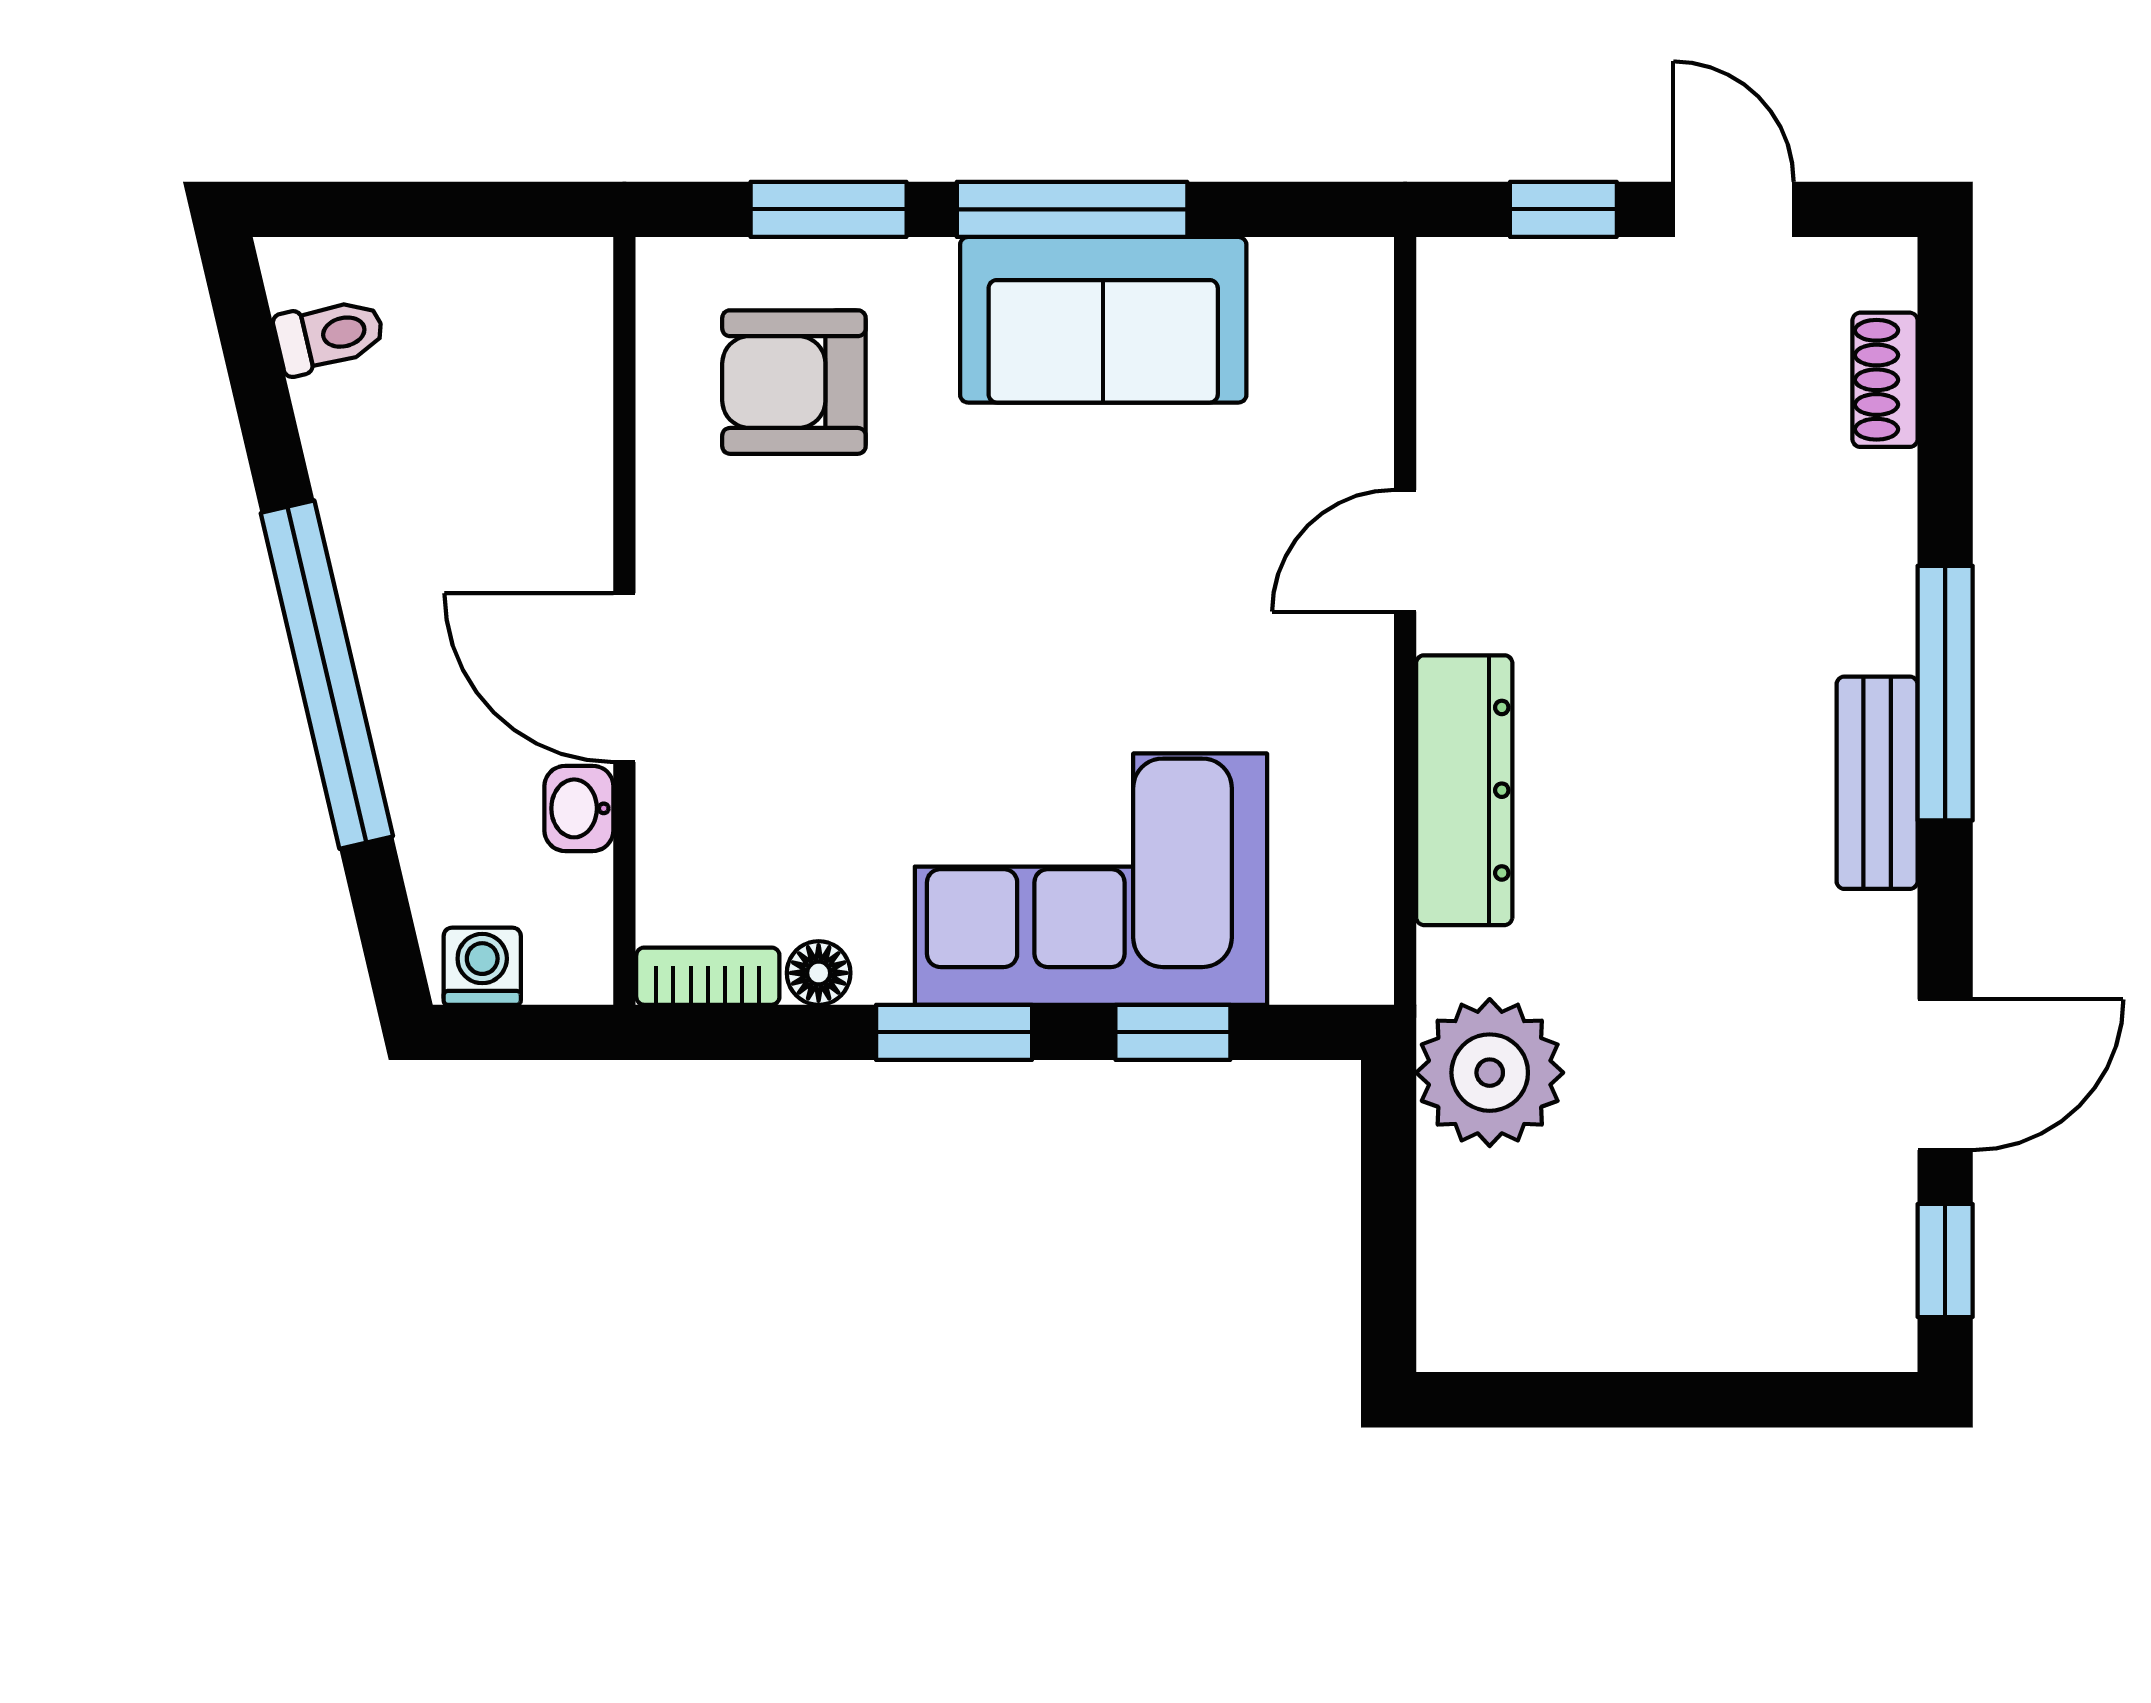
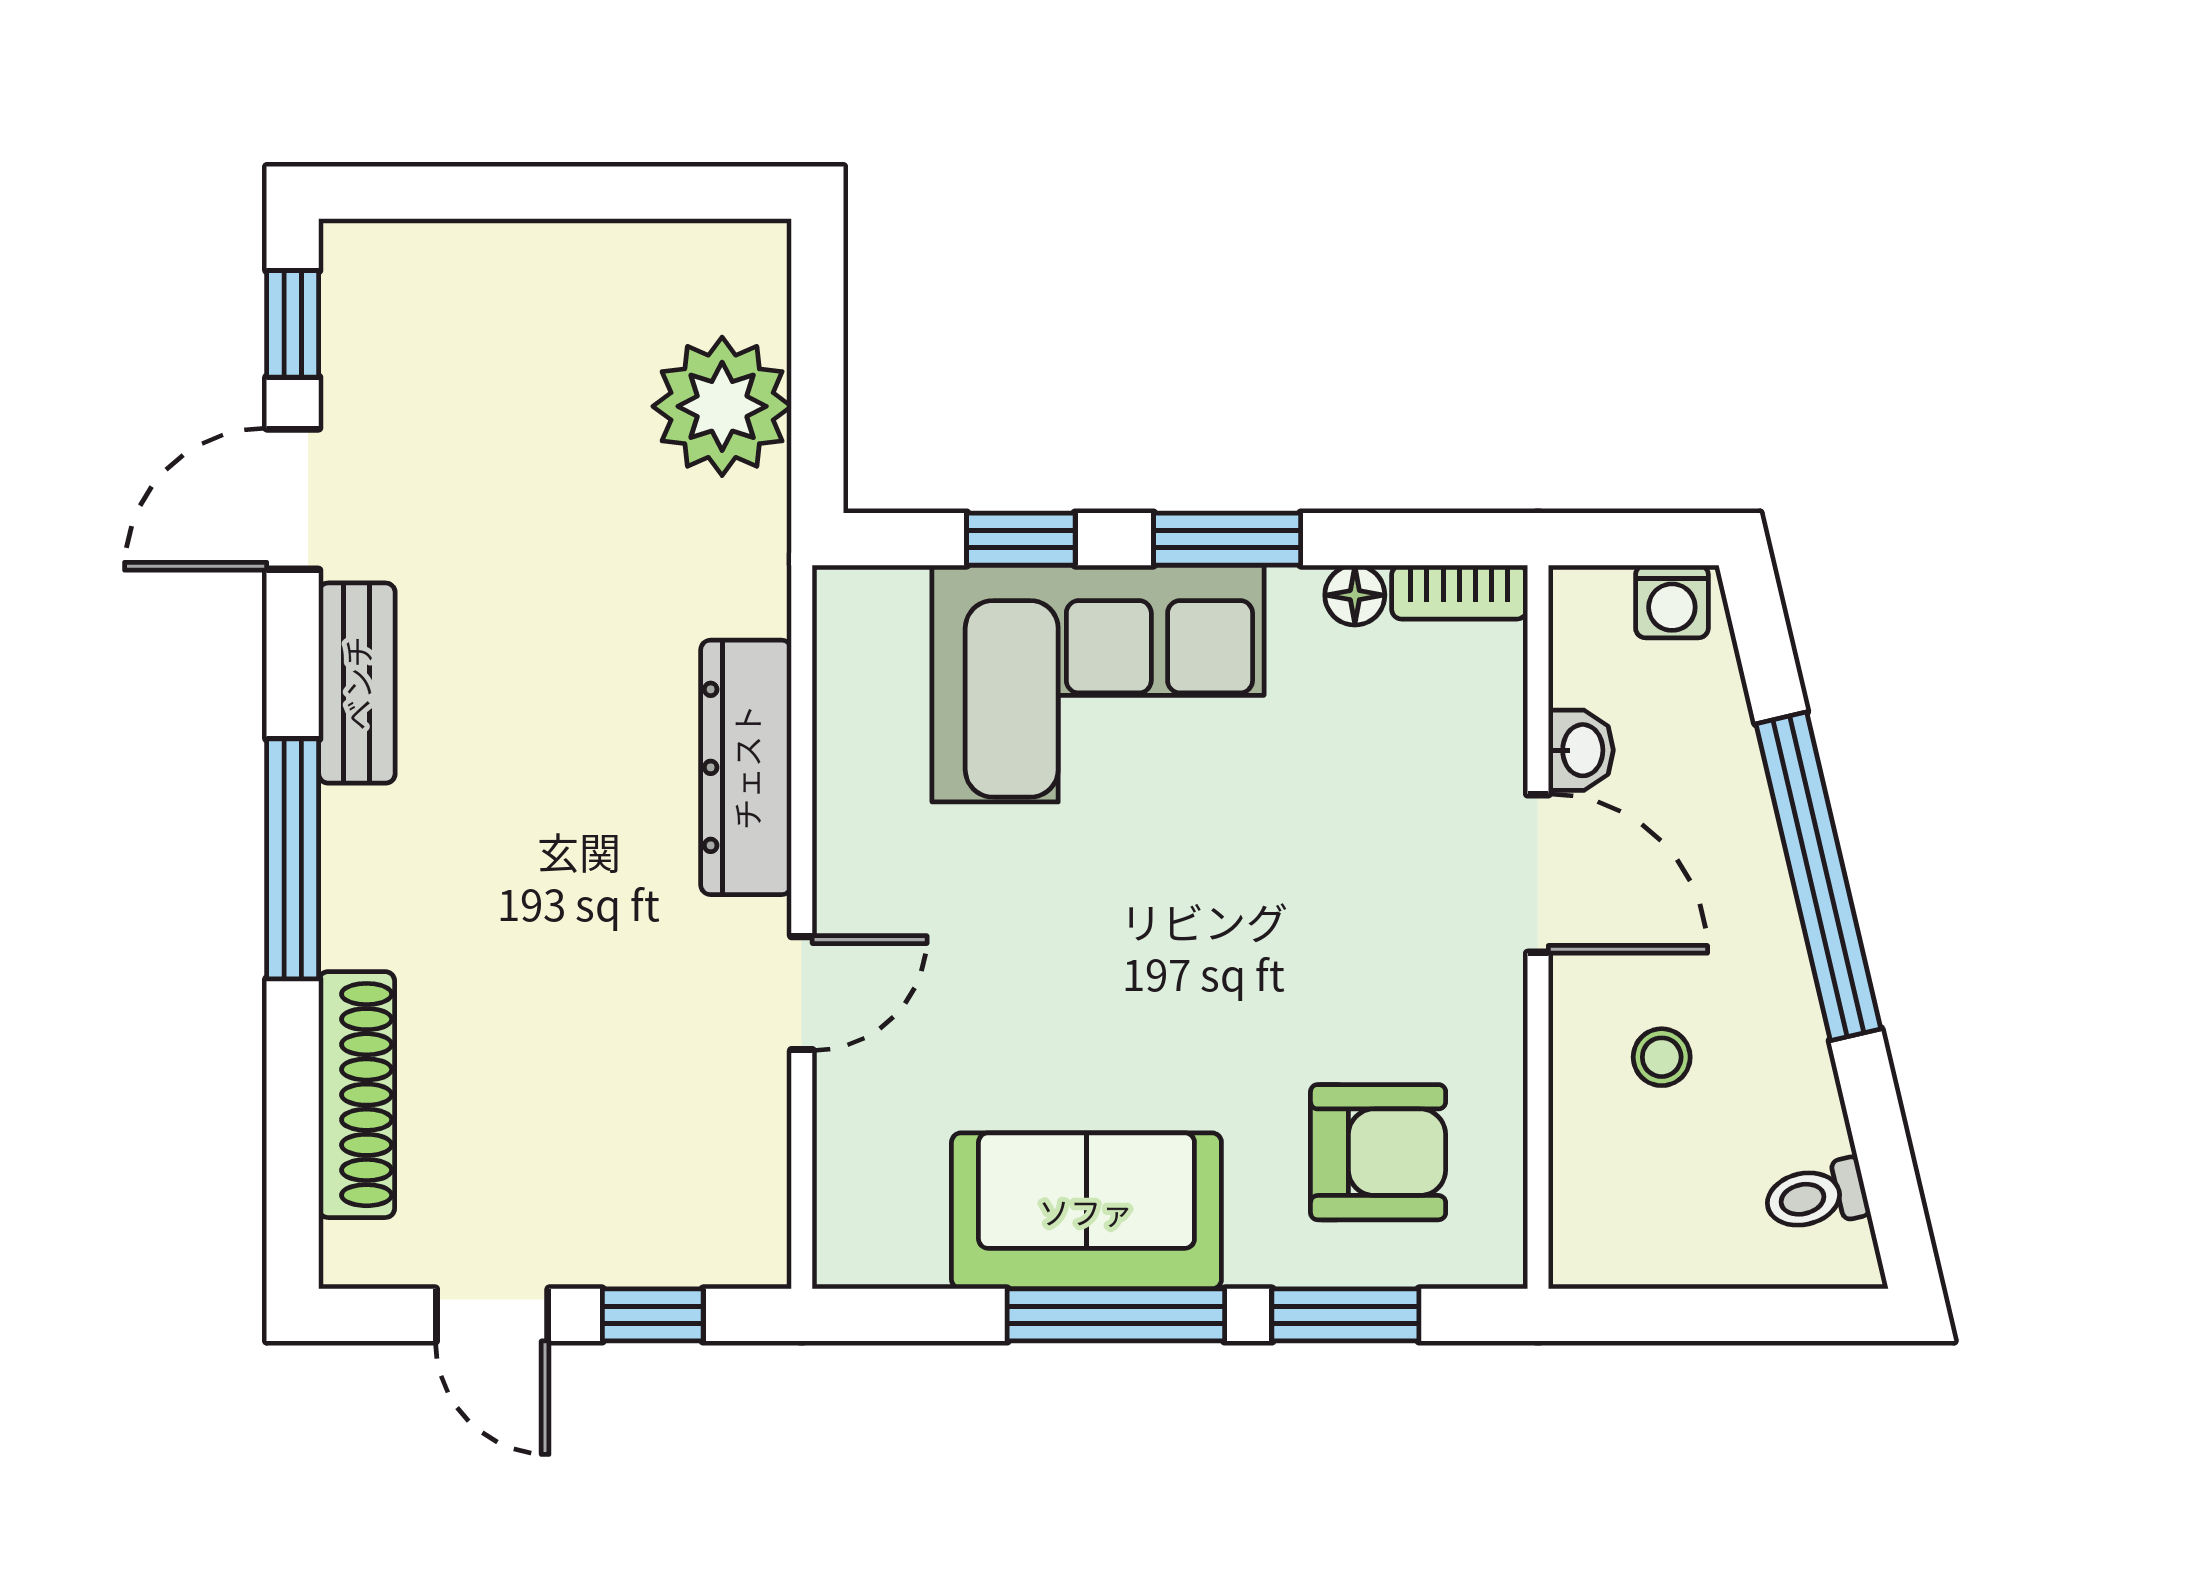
shoe rack: (1885, 380) -> (357, 1095), width x1.94, depth x1.24
stool: (493, 483) -> (1662, 1057), added
bench: (1877, 783) -> (357, 683), moved
plant: (1490, 1073) -> (722, 406), moved

